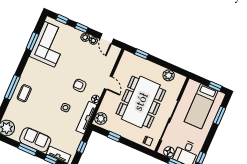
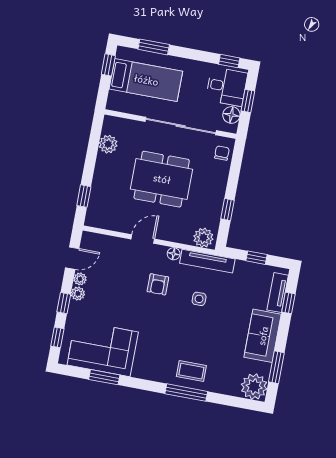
dining table: (141, 102) -> (162, 179), width x0.73, depth x0.80
window: (27, 149) -> (276, 367), moved

